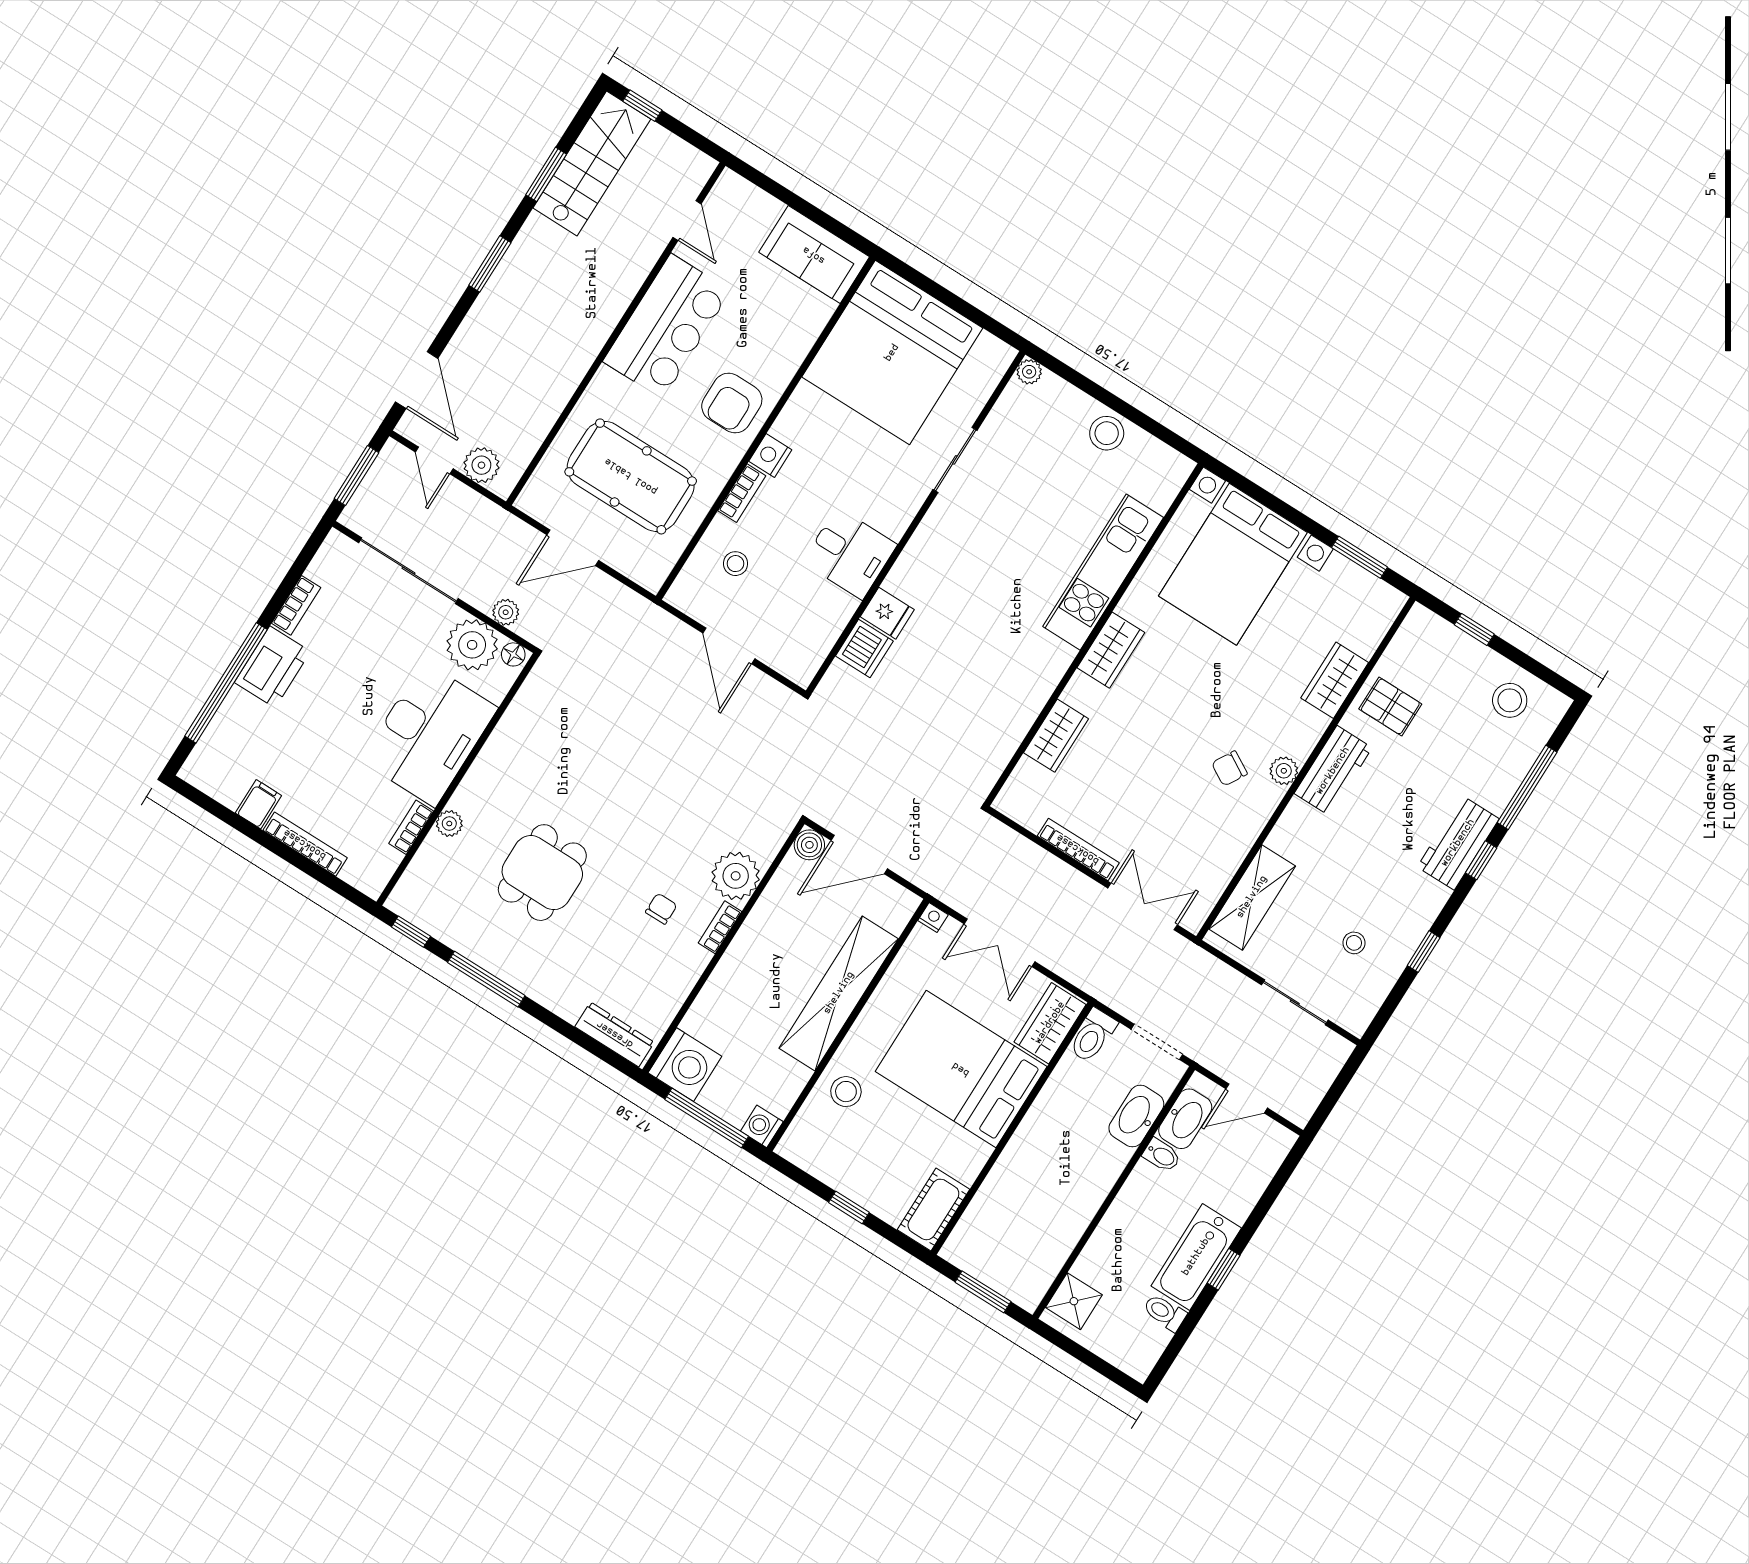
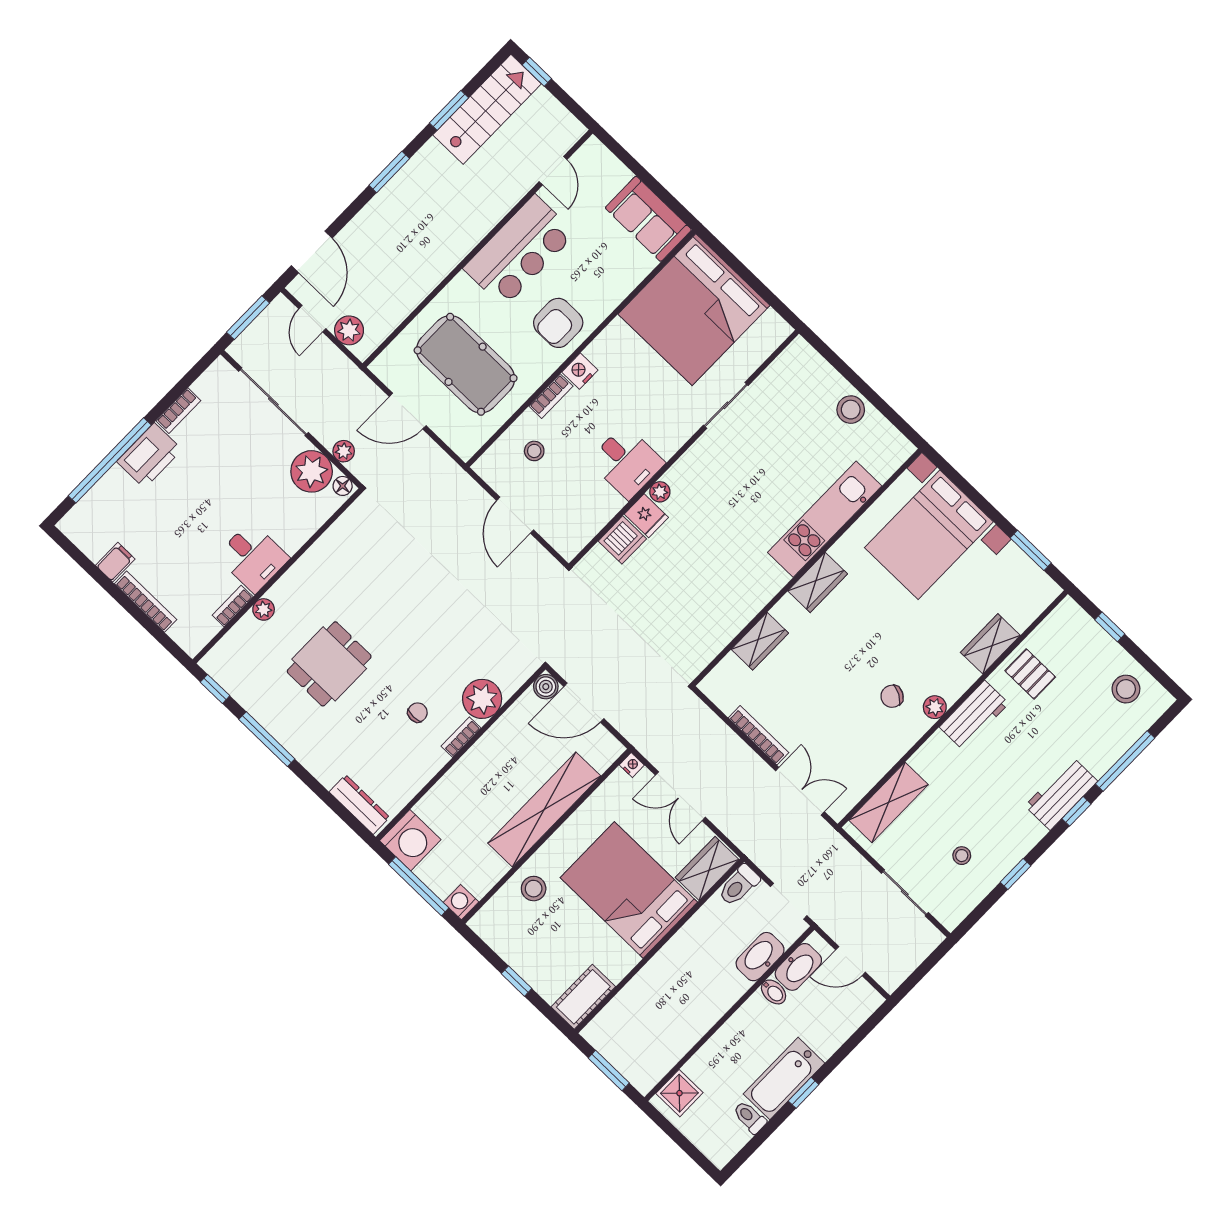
plant: (1029, 372) -> (660, 492), moved
desk: (429, 734) -> (253, 557), width x0.53, depth x0.77

